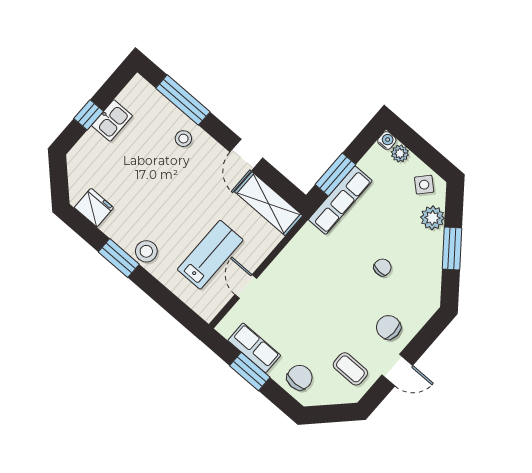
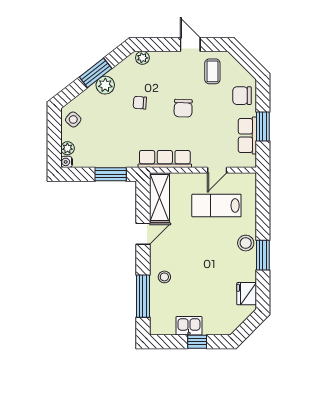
row of seats: (340, 200) -> (165, 159), moved
plant: (432, 218) -> (105, 85), moved
plant: (426, 310) -> (142, 58), added
chair: (388, 327) -> (183, 108), moved

